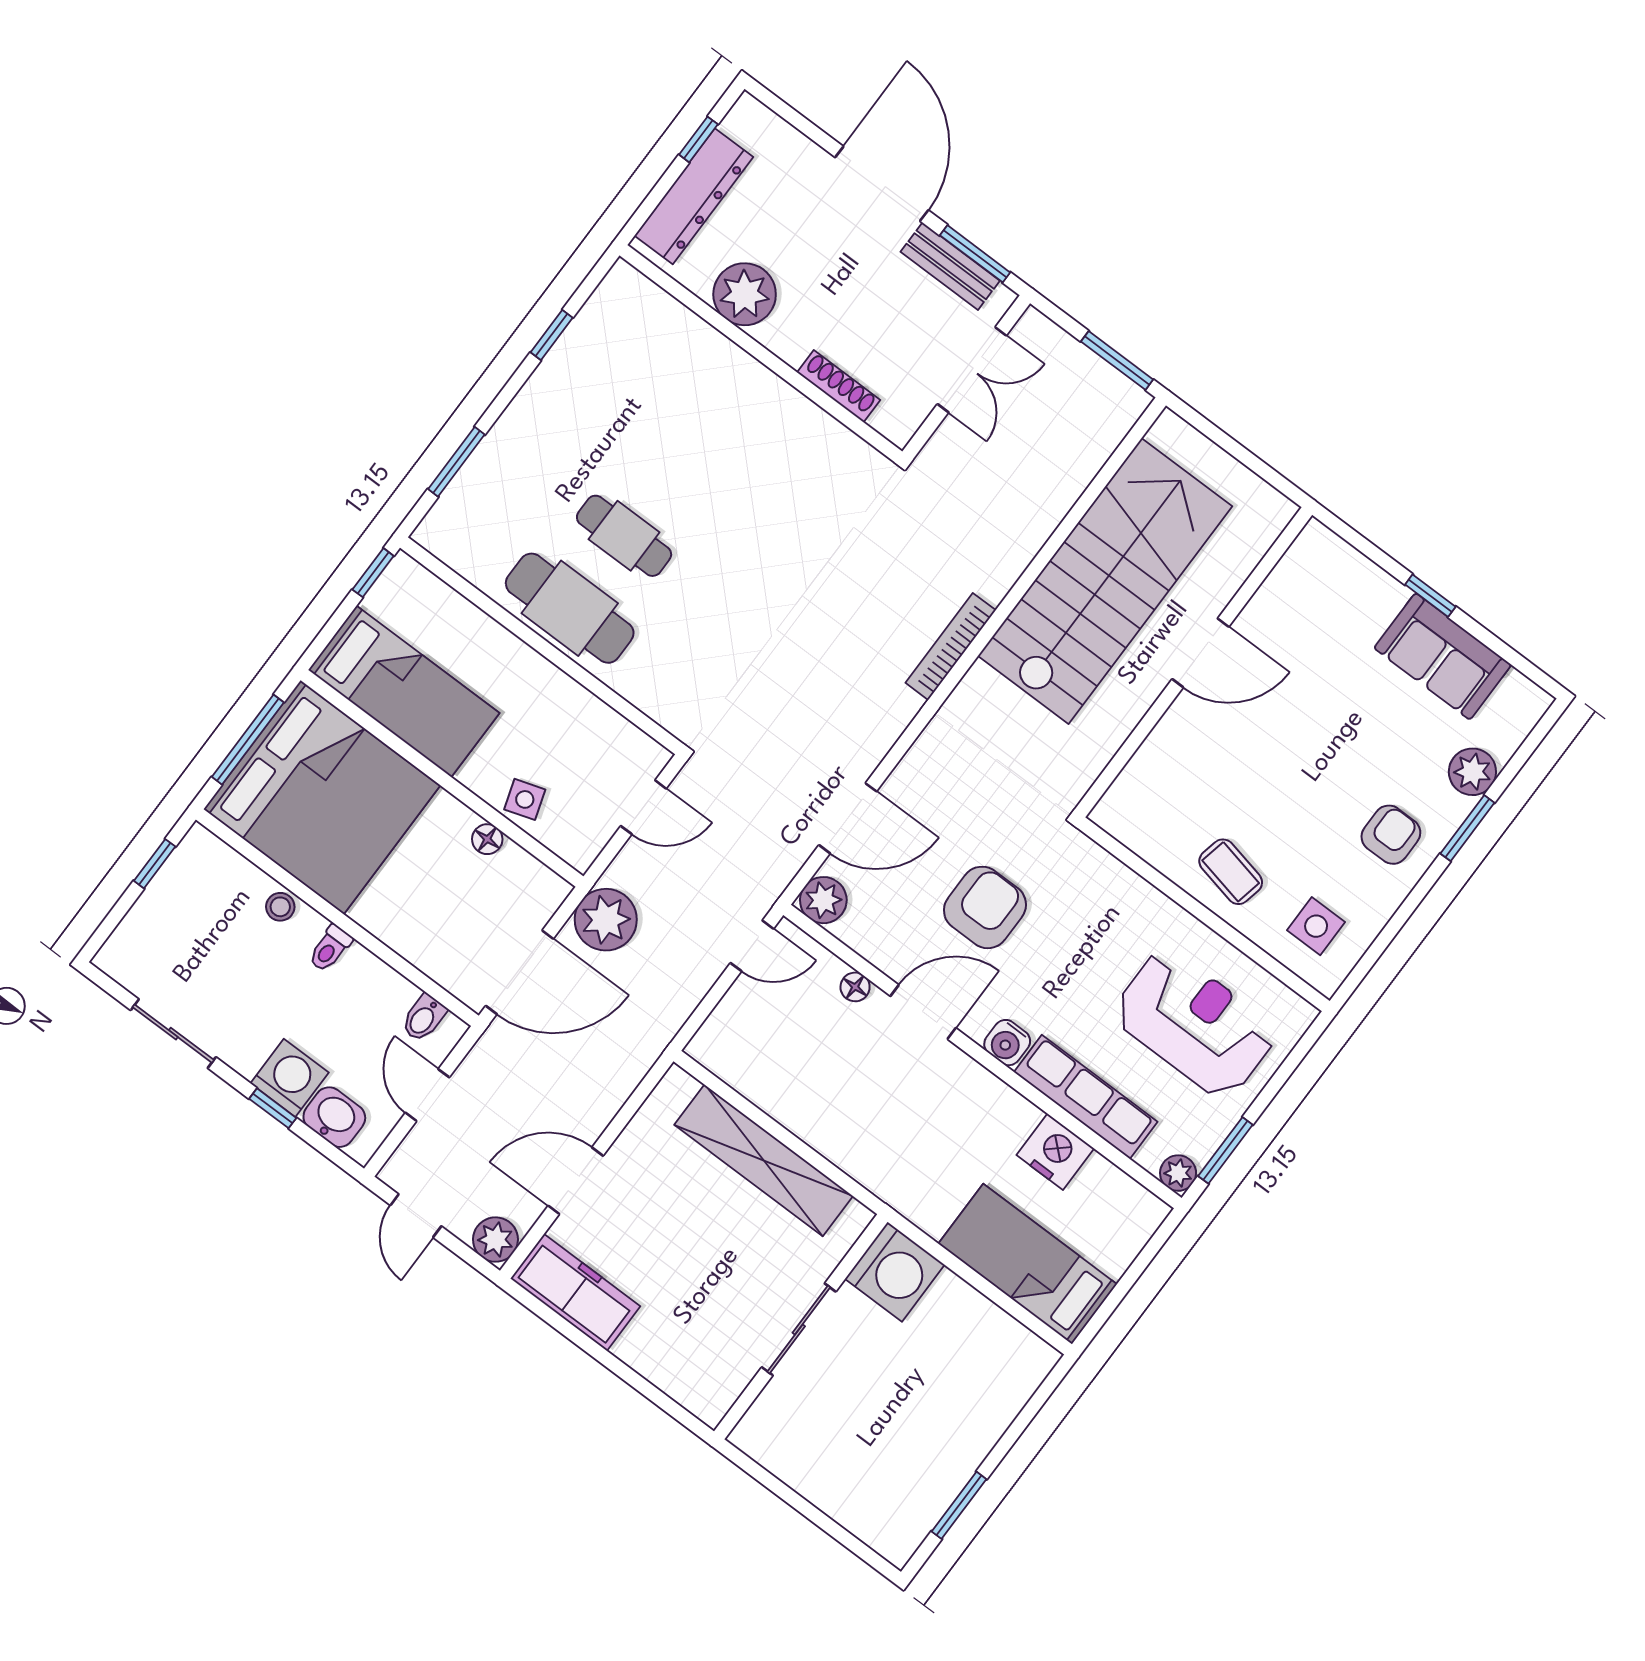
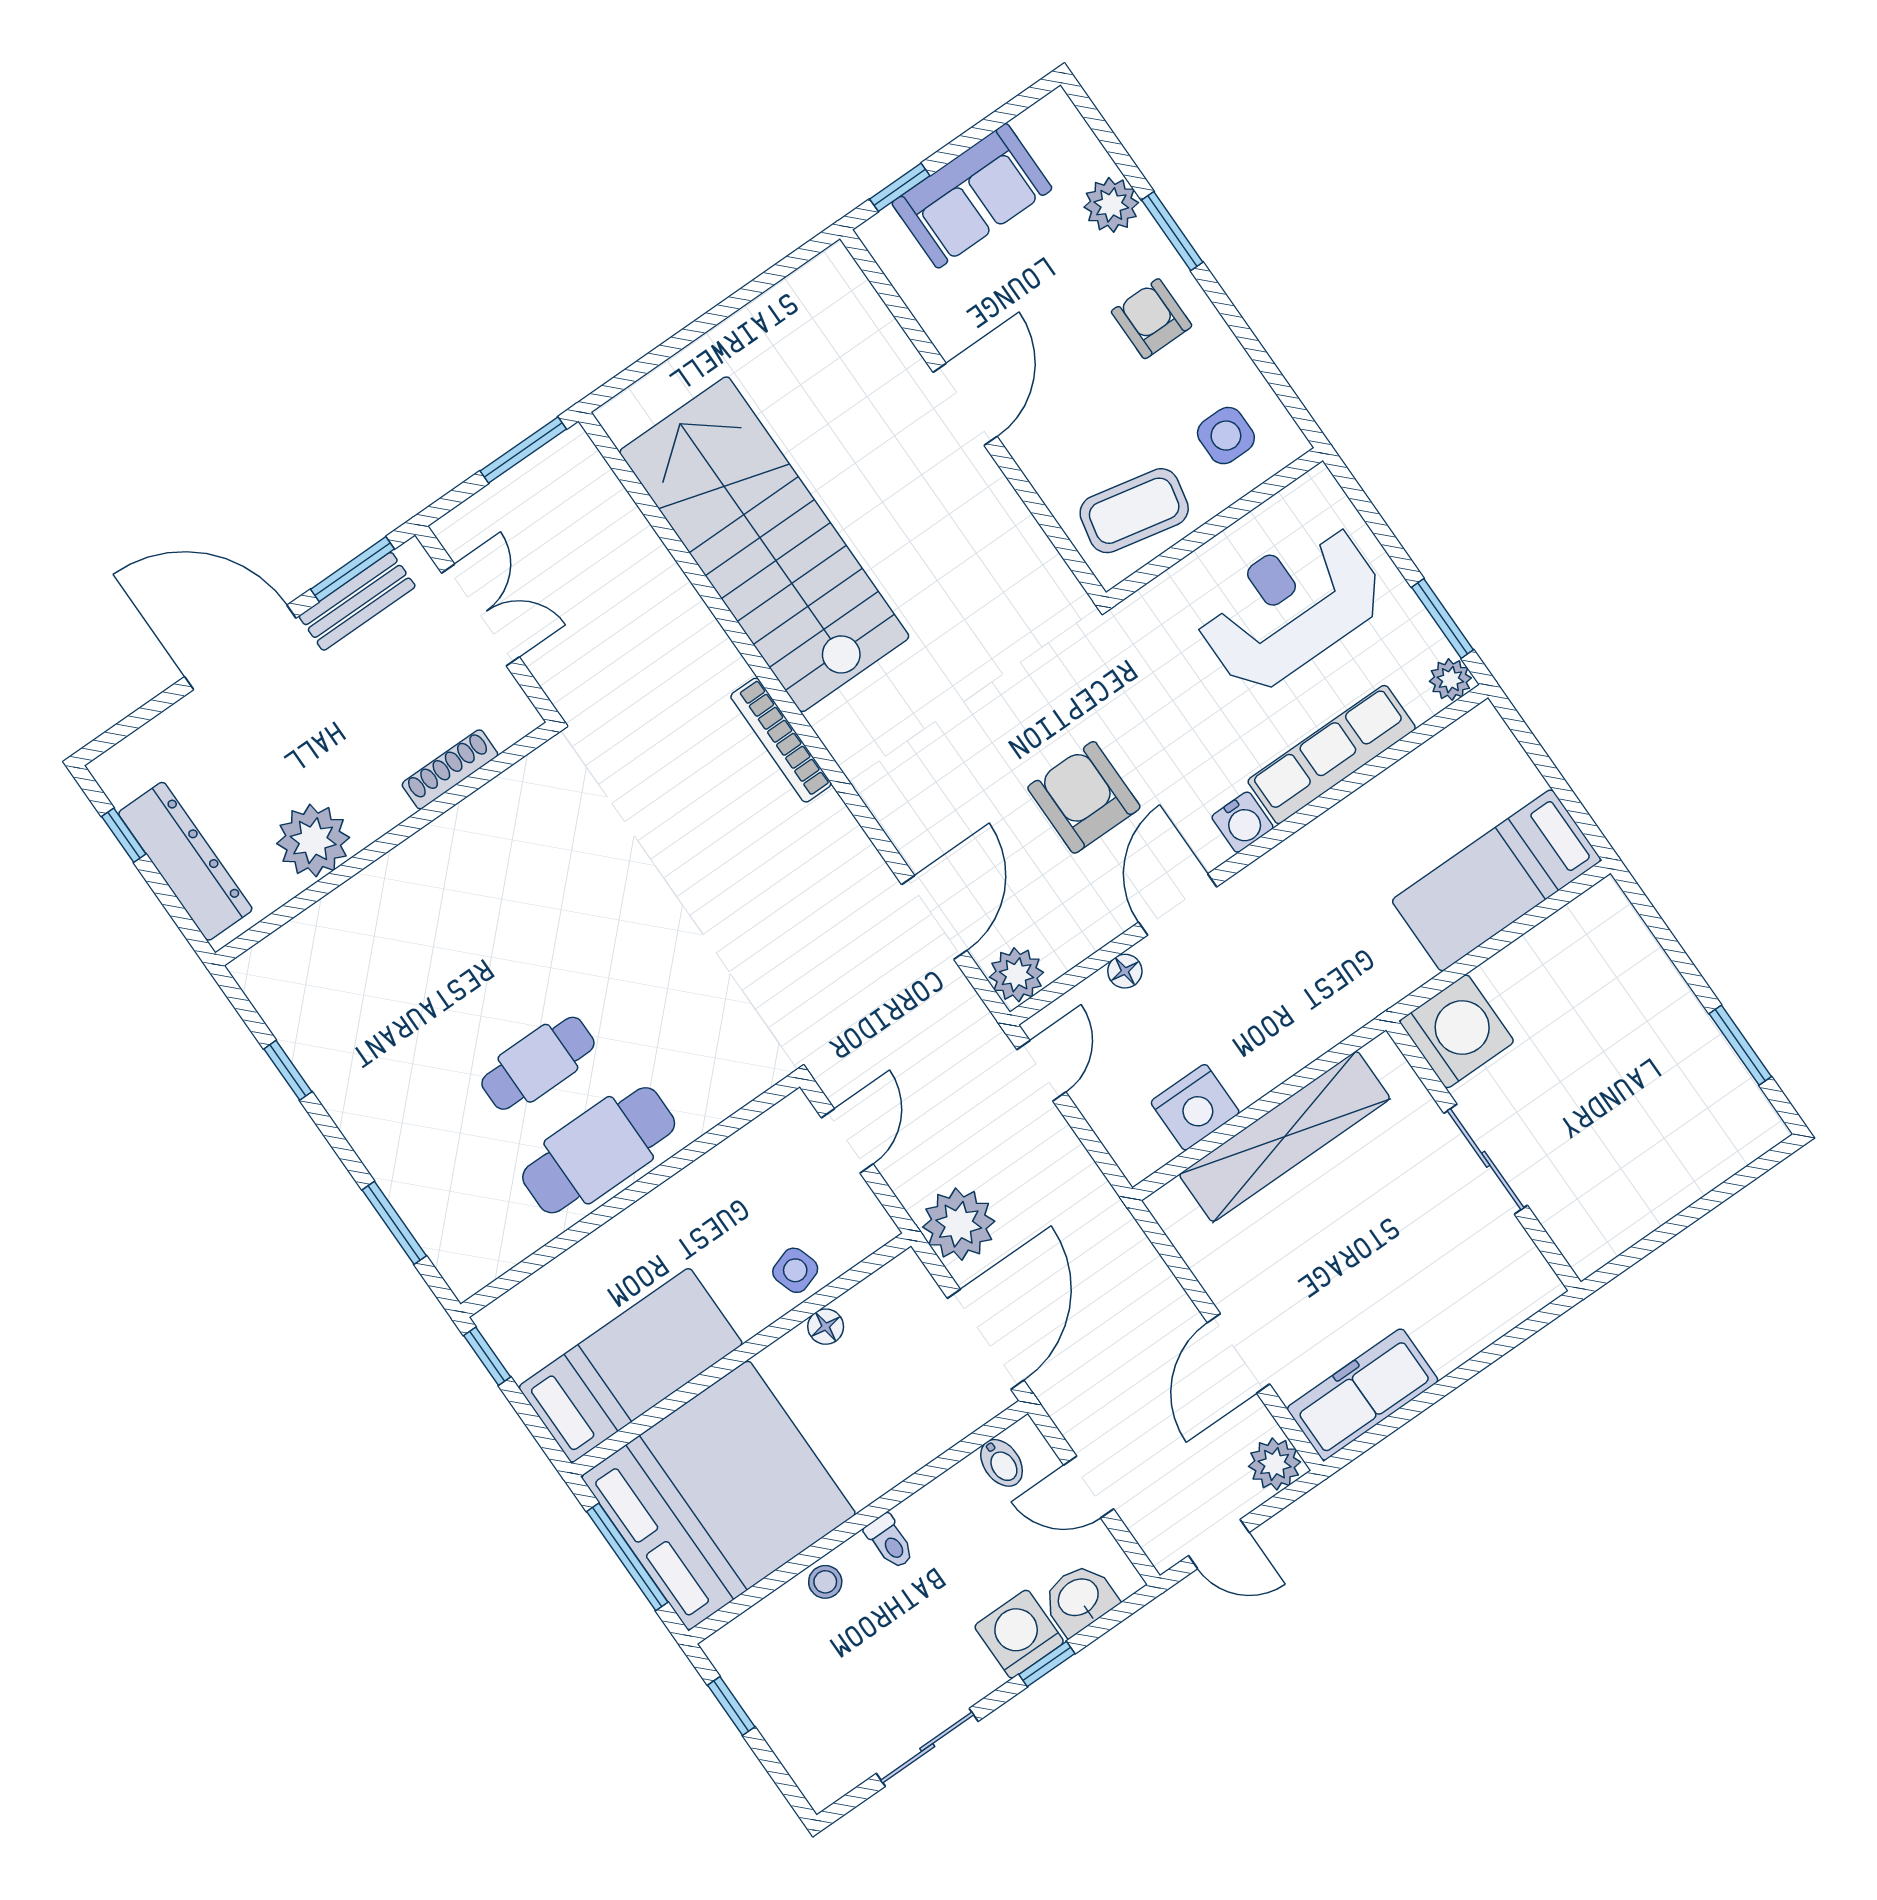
door: (1200, 653) -> (965, 404), moved
wall: (1193, 662) -> (973, 416), moved
coffee table: (1231, 872) -> (1134, 511), width x1.36, depth x1.30
nightstand: (1055, 1152) -> (1195, 1107), moved, turned 180

